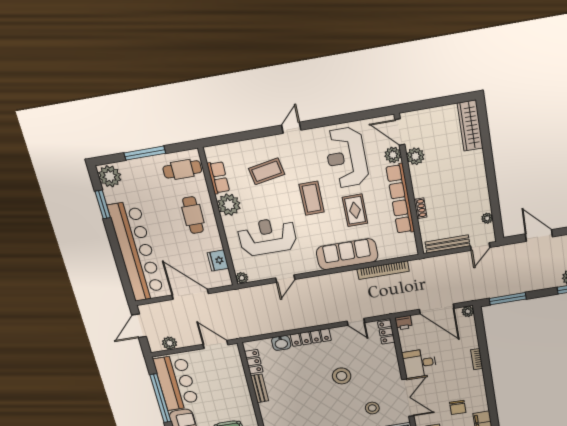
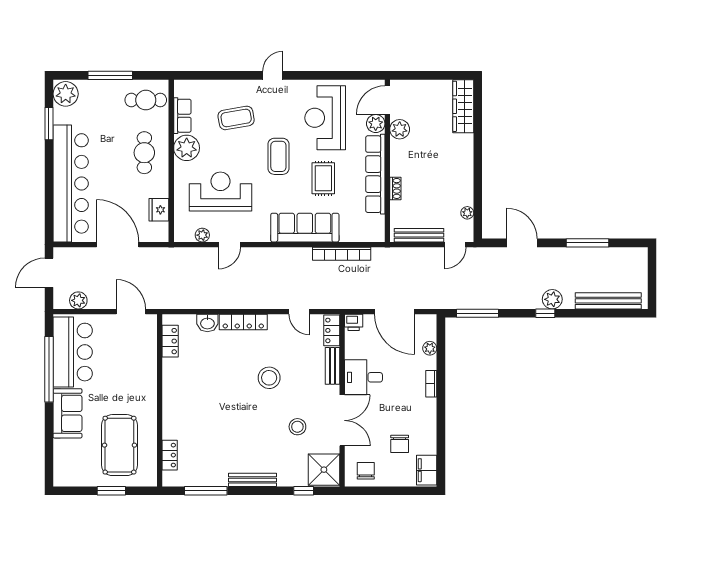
door: (400, 132) -> (387, 100), hinge flipped
plant: (242, 278) -> (202, 235), moved
plant: (468, 311) -> (430, 348), moved
bench: (260, 388) -> (333, 366), moved

